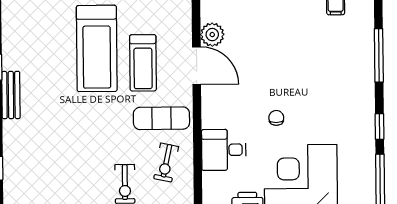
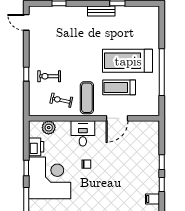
plant: (212, 35) -> (49, 128), moved
desk: (224, 150) -> (83, 133), moved

